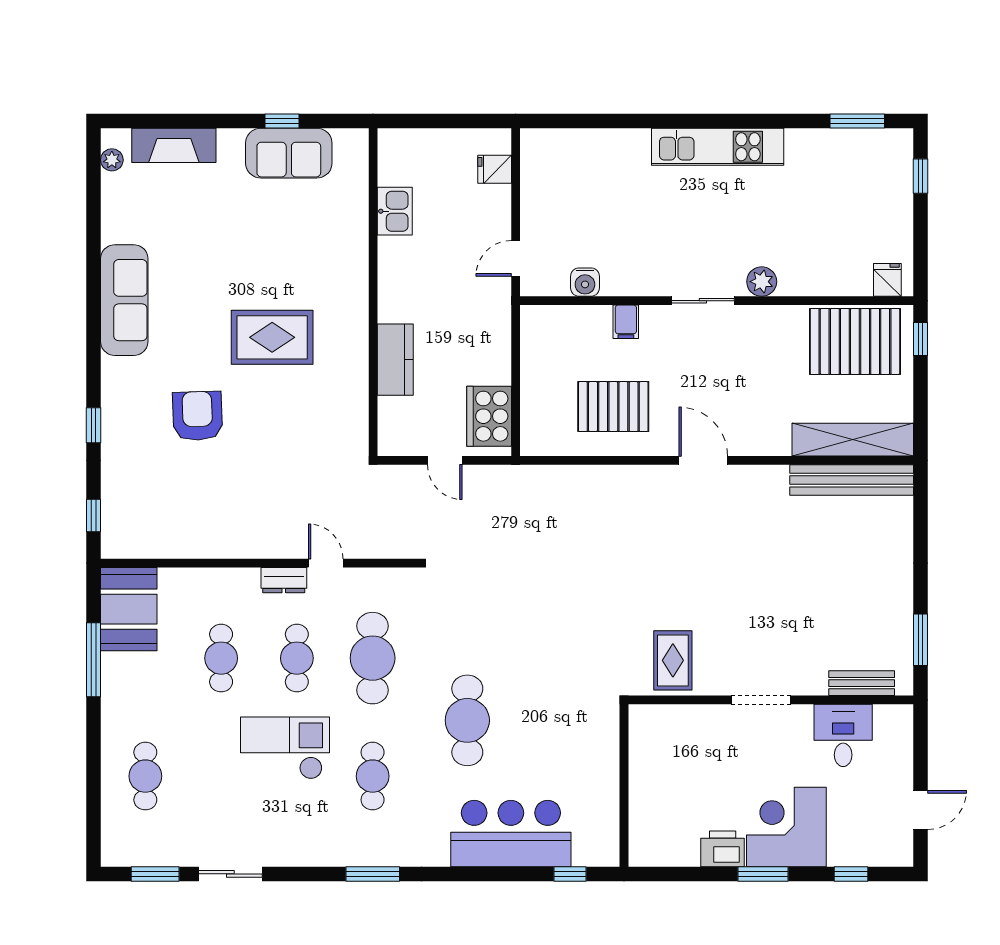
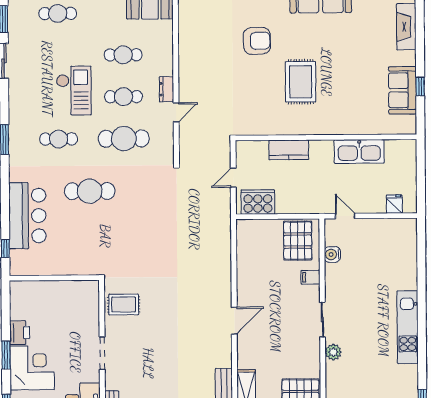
kitchen sink: (395, 211) -> (359, 151), width x1.88, depth x1.24
pallet: (613, 407) -> (298, 241), moved

